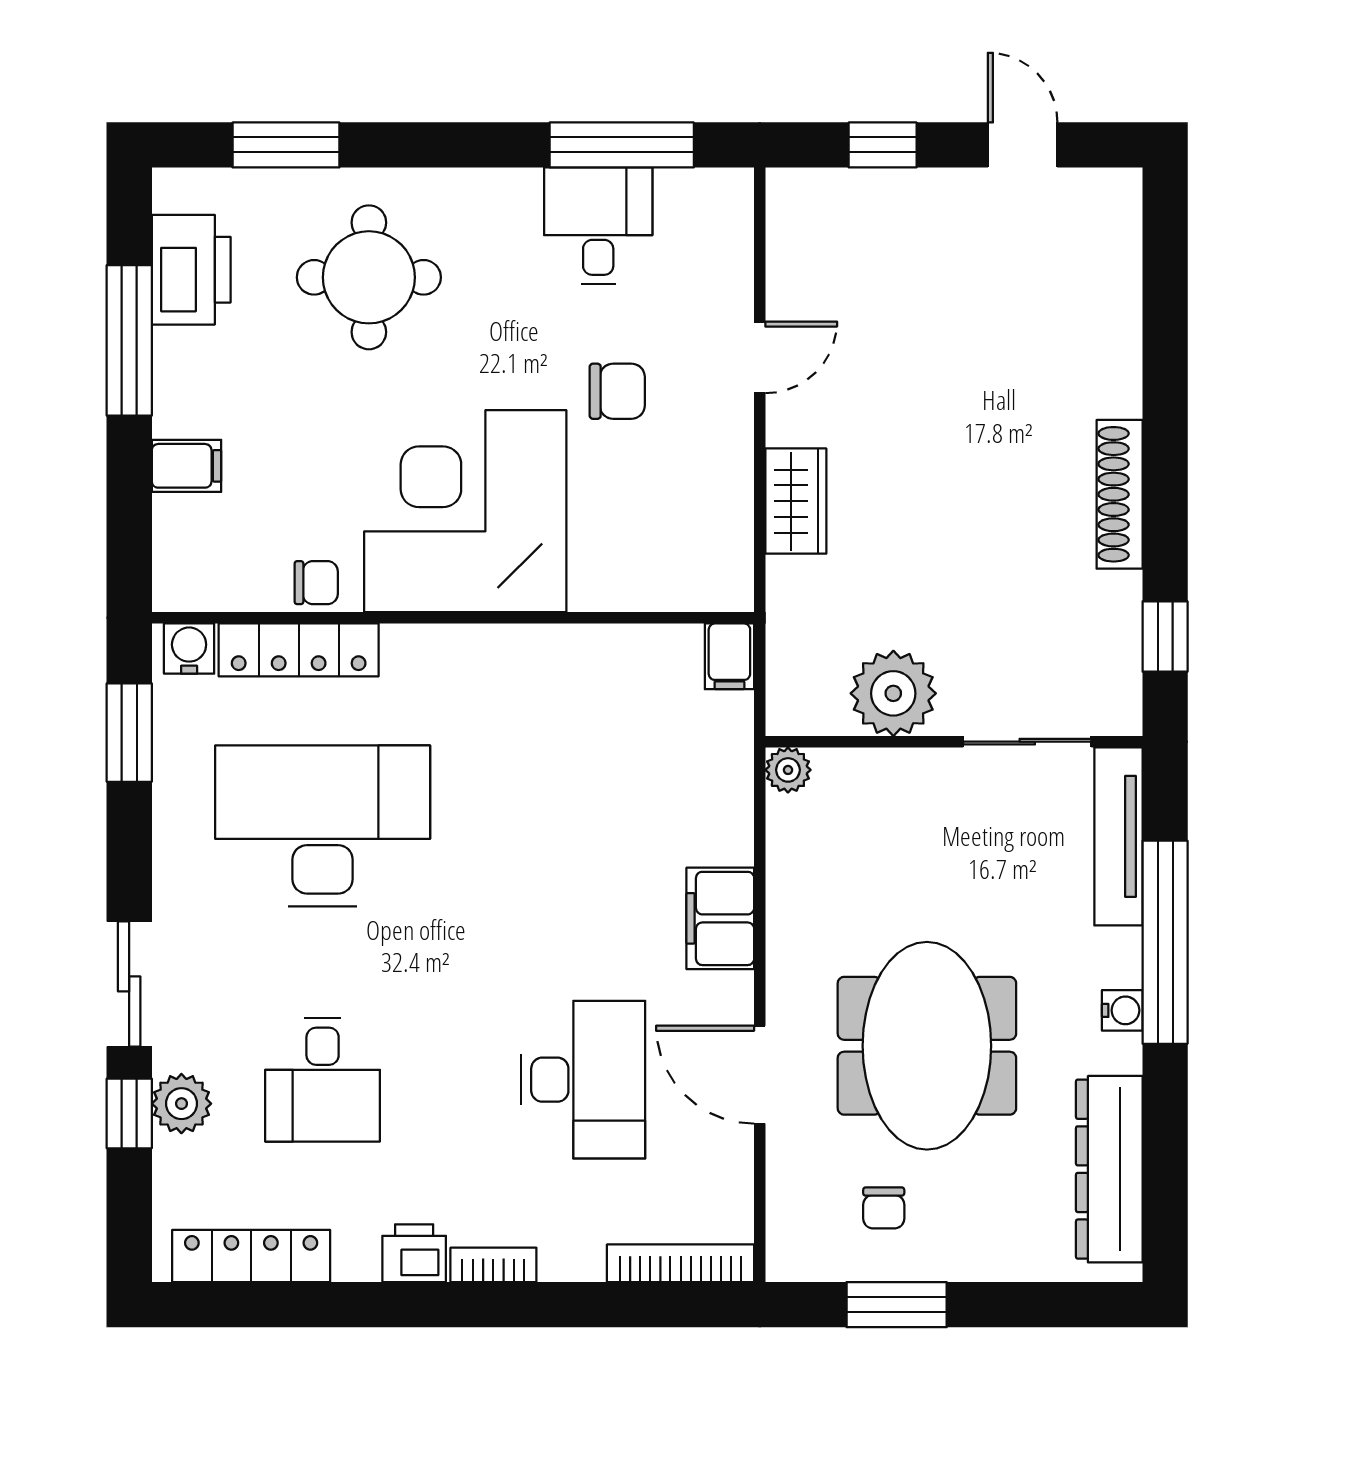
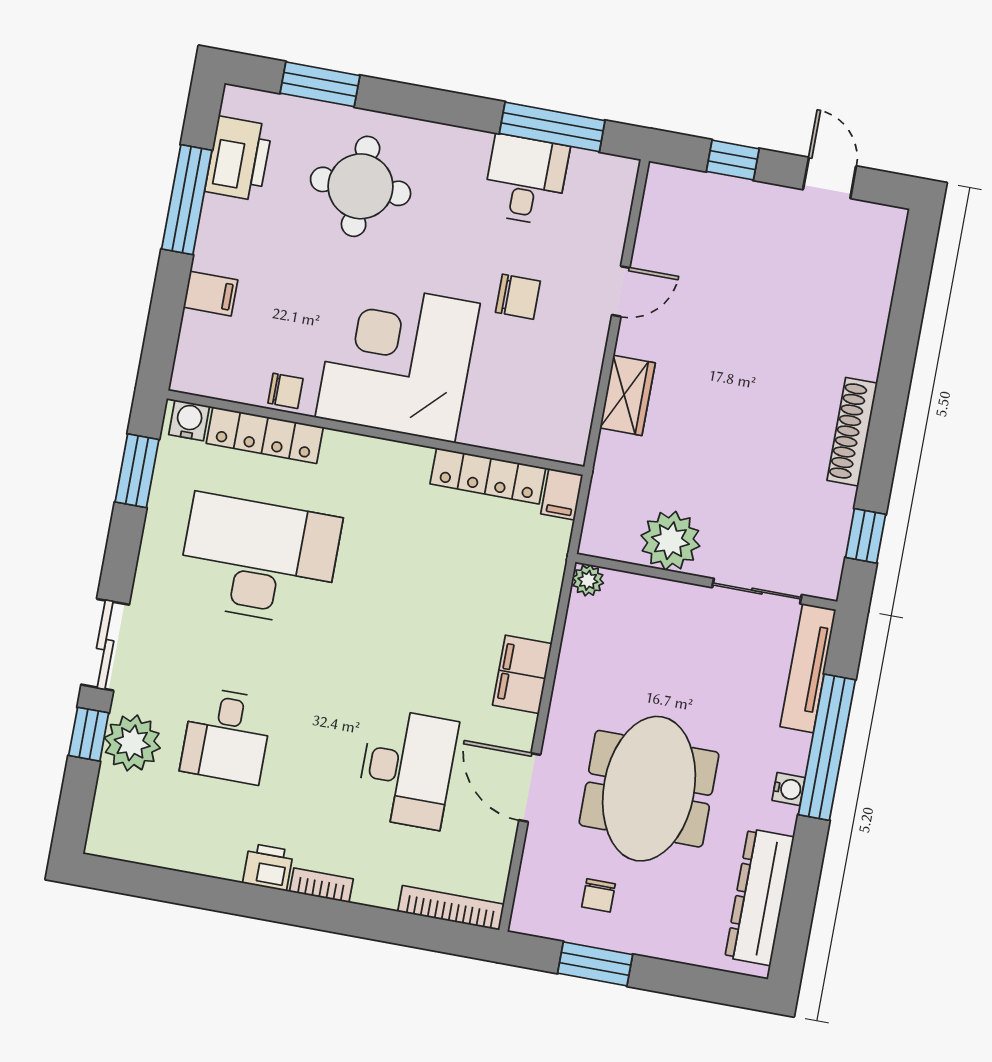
plant: (181, 1104) -> (132, 743), width x1.36, depth x1.36
locker: (251, 1256) -> (488, 476), moved, turned 180

